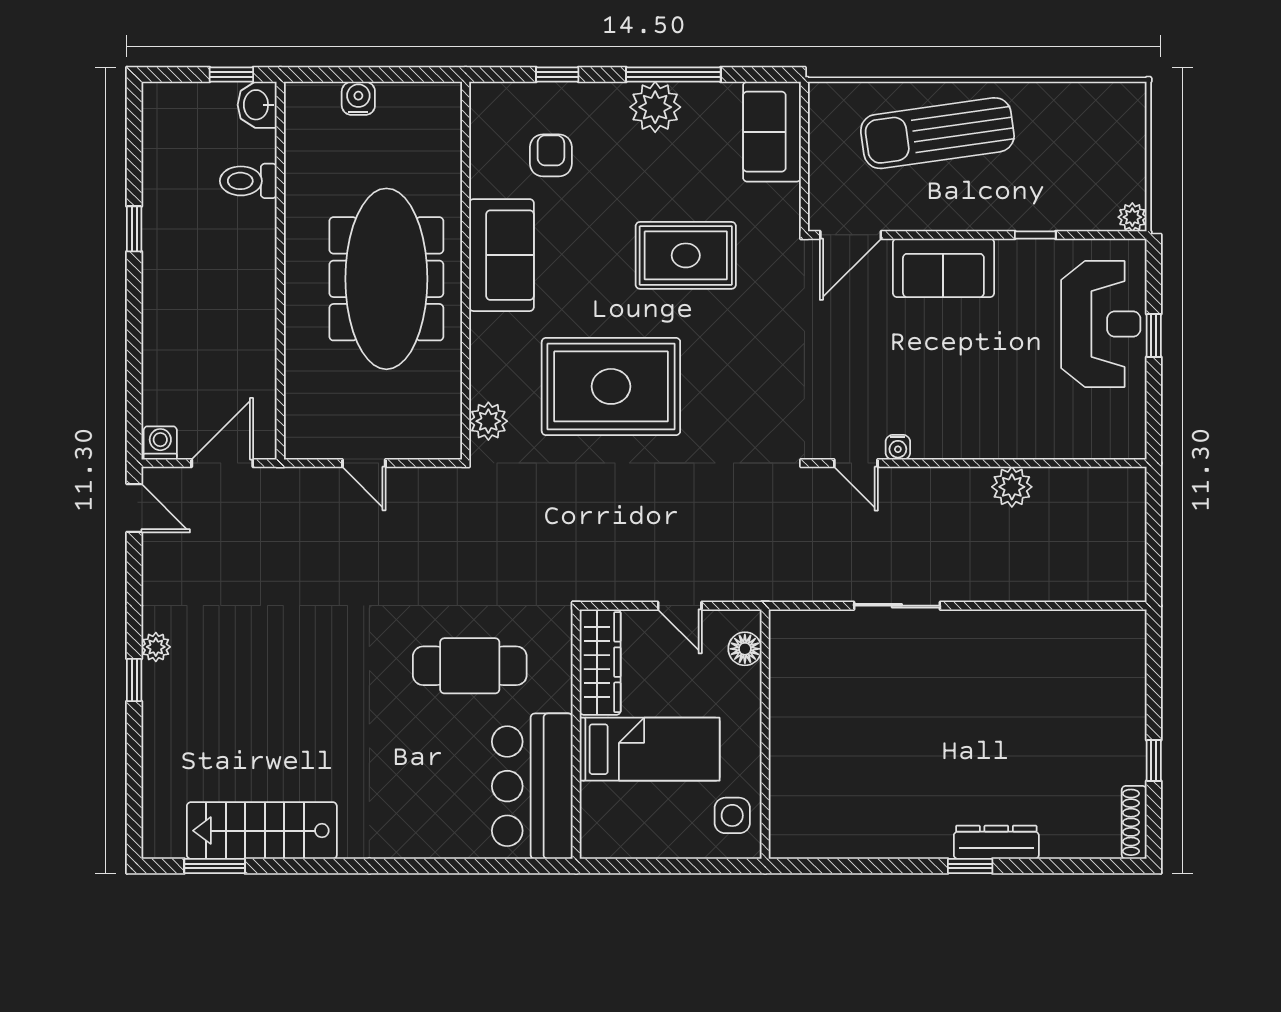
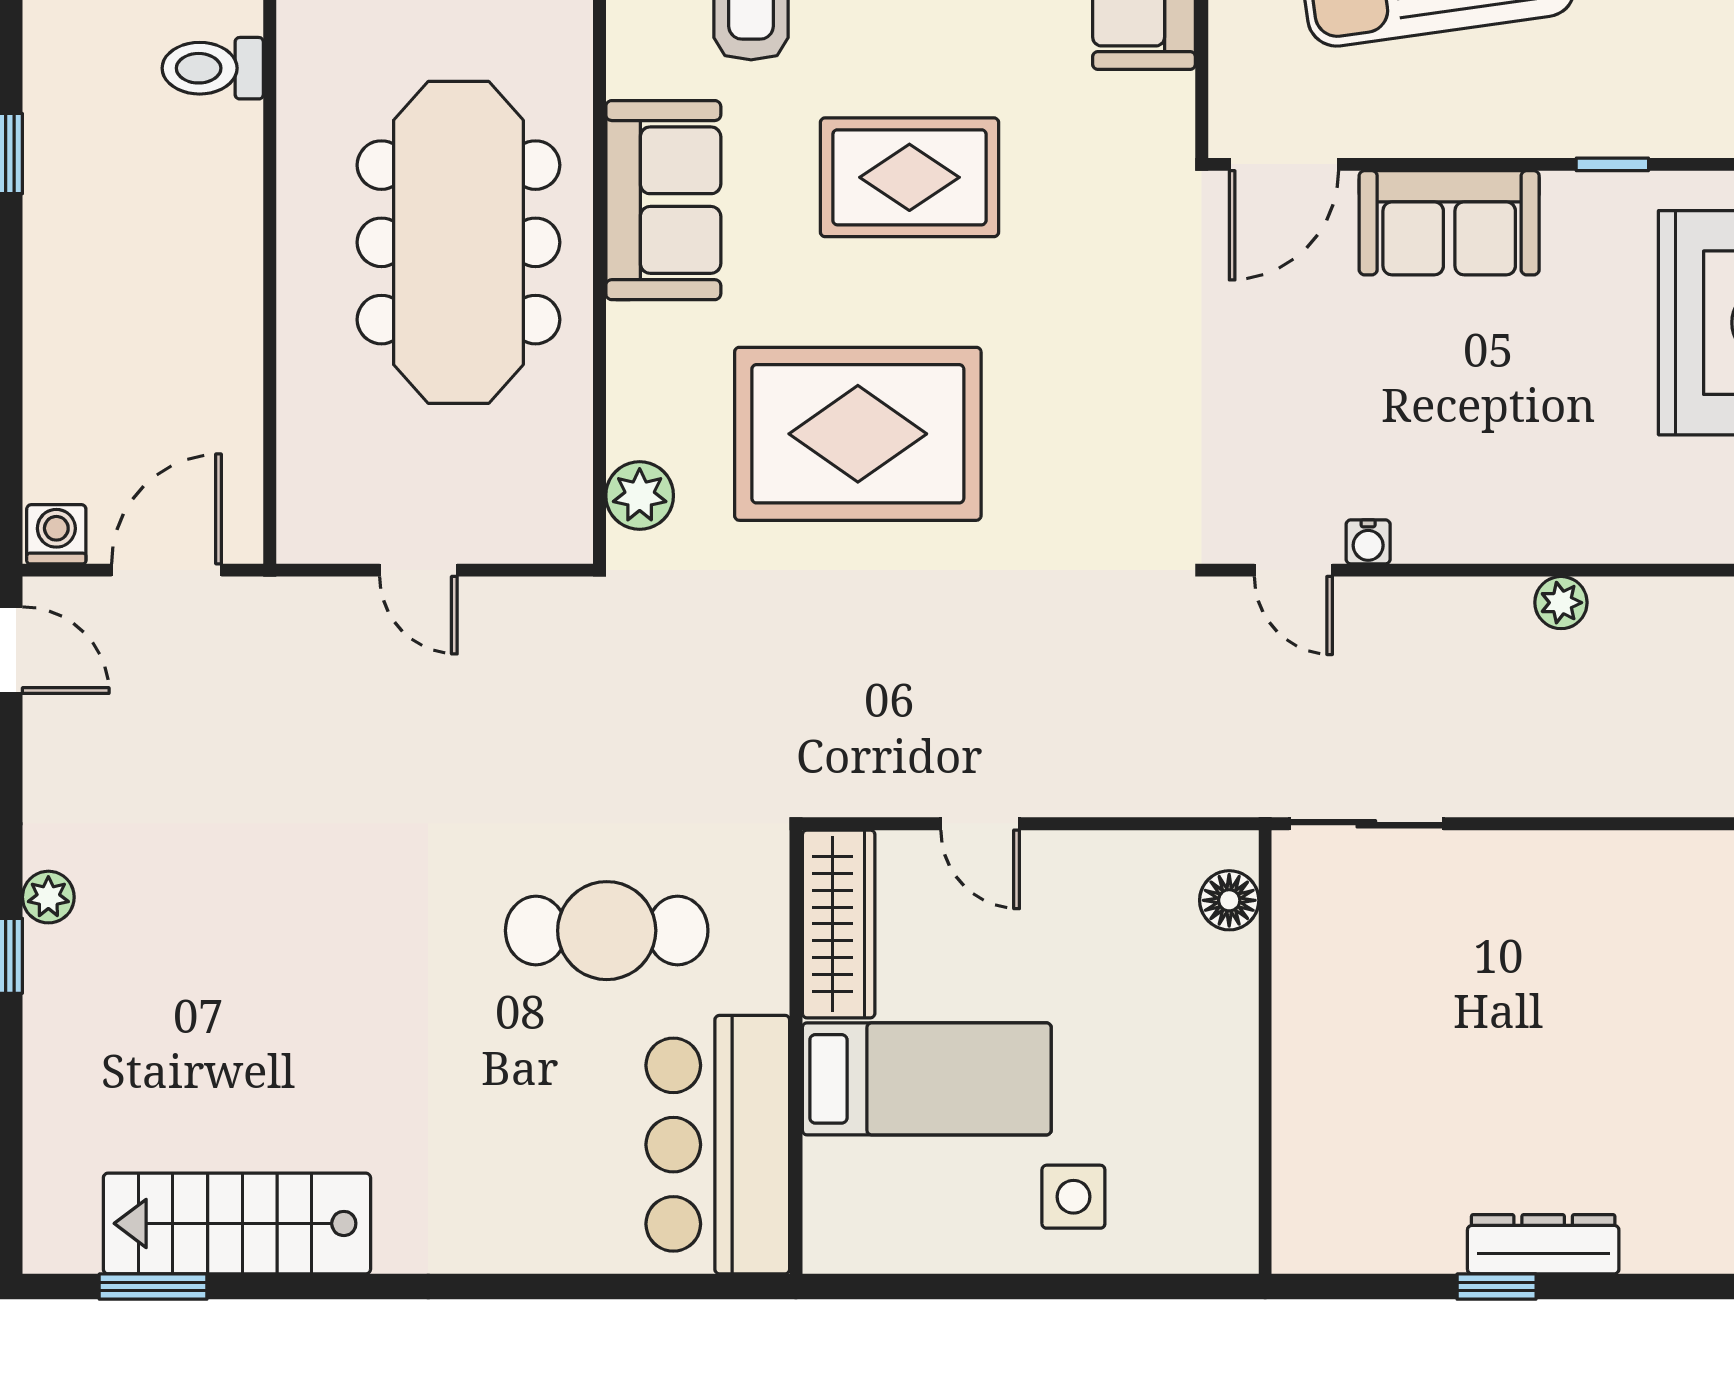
rug: (686, 255) -> (909, 177), moved
plant: (1012, 487) -> (1561, 603), width x0.73, depth x0.73
floor lamp: (745, 649) -> (1229, 900), moved
wall: (765, 734) -> (1265, 1052), moved

